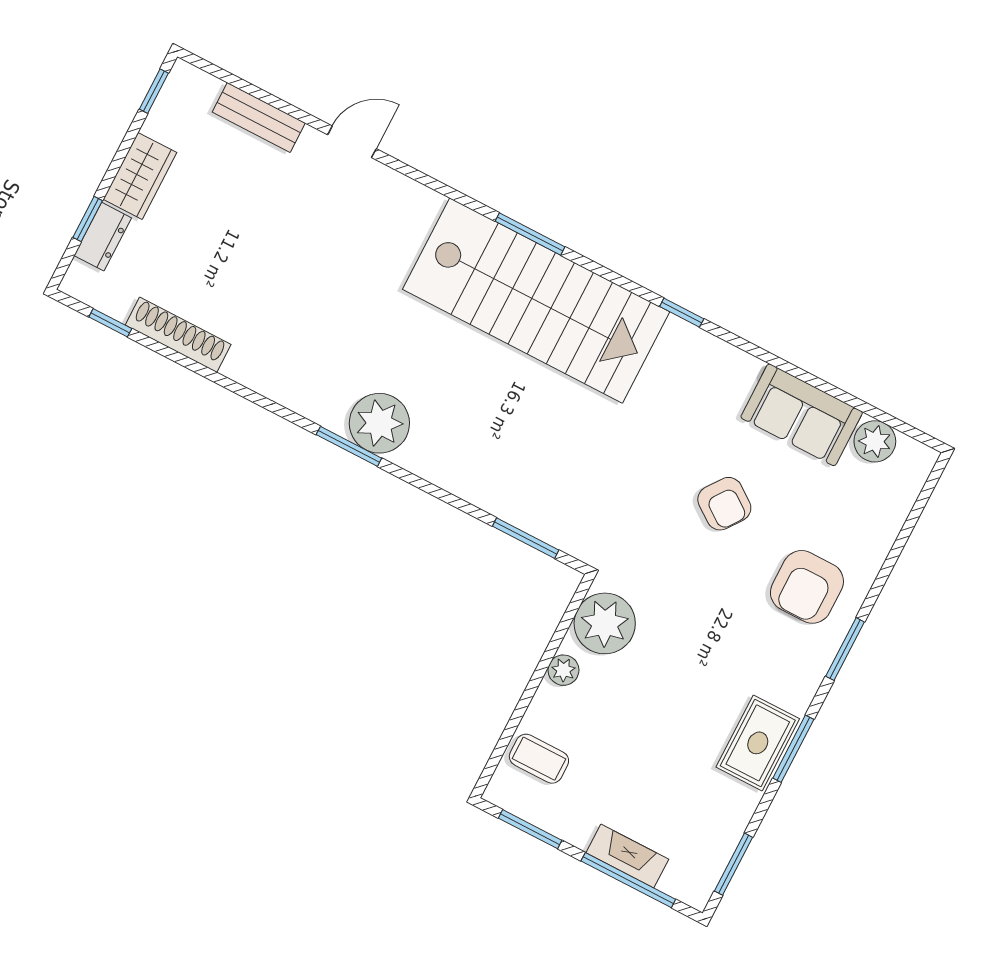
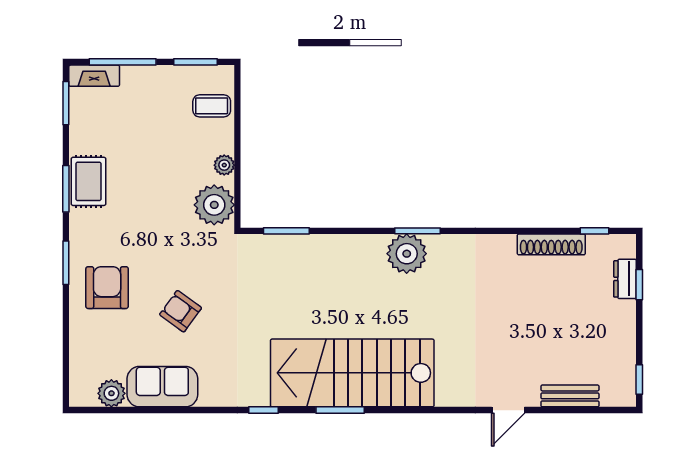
wardrobe: (140, 176) -> (622, 326), removed
window: (530, 234) -> (340, 410), moved
fireplace: (627, 856) -> (94, 76), moved

